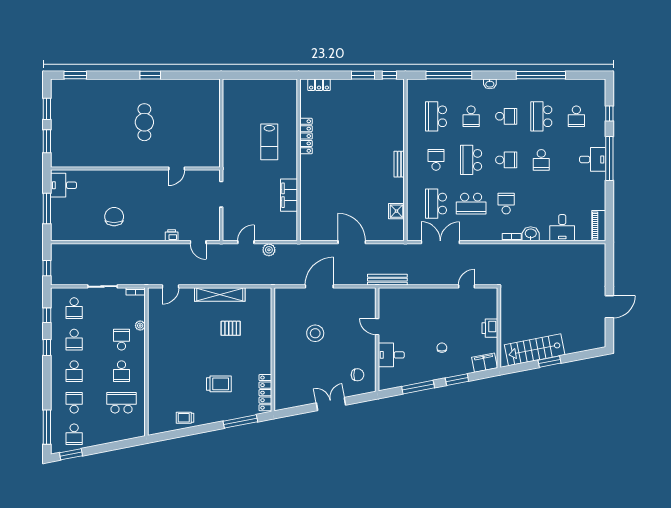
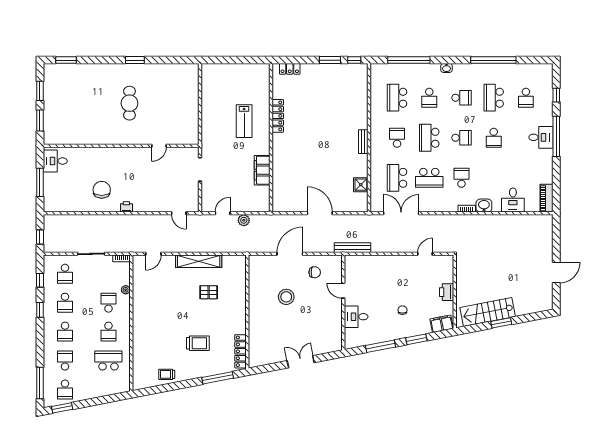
printer: (172, 235) -> (126, 207), moved
chair: (357, 375) -> (315, 272), moved

